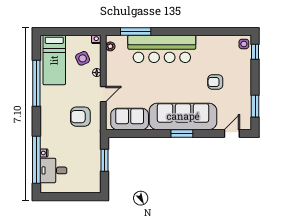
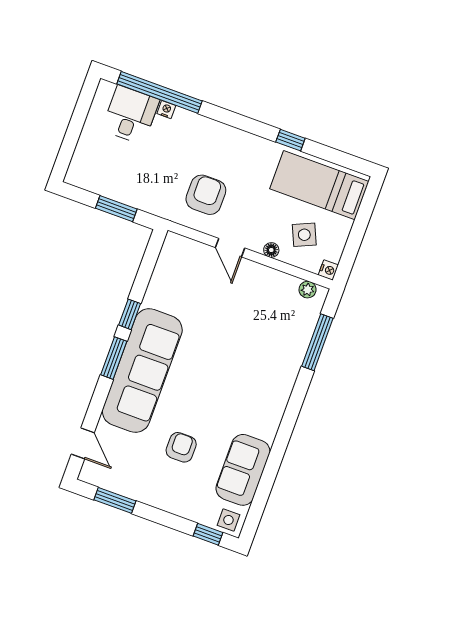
bar counter: (162, 49) -> (271, 376), removed
window: (36, 83) -> (290, 140), width x0.32
sofa: (130, 119) -> (243, 470), moved, turned 180
window: (156, 133) -> (130, 314), added

